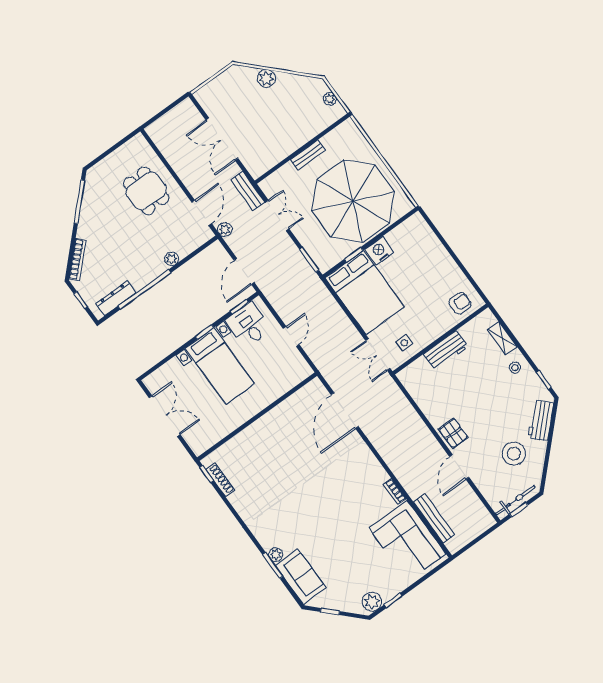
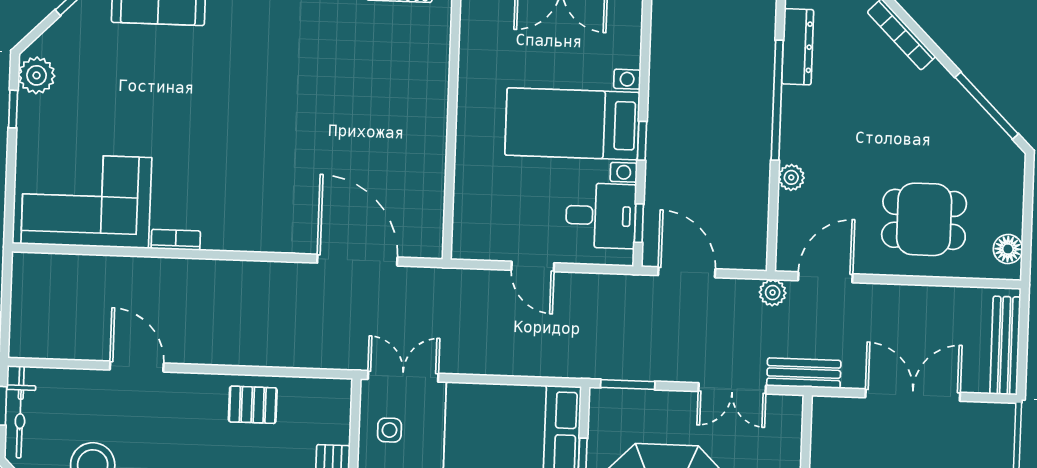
floor lamp: (131, 147) -> (1008, 249), added
door: (202, 213) -> (825, 277), swing flipped
pallet: (453, 433) -> (253, 405), moved
bench: (434, 518) -> (1005, 346), moved, turned 90

